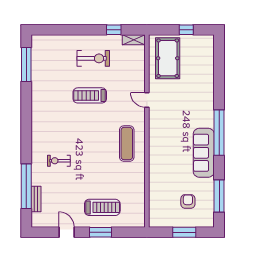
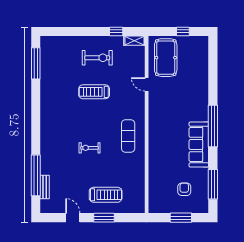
door: (147, 100) -> (147, 84), moved
exercise bike: (59, 161) -> (90, 148), moved

